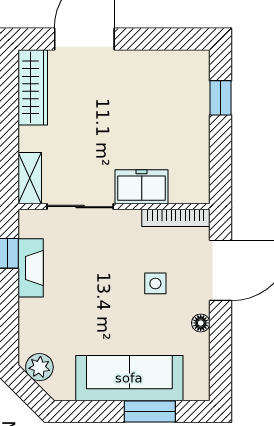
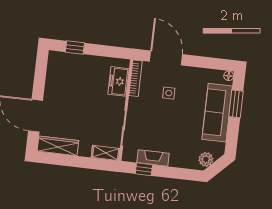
freezer: (142, 187) -> (118, 81), moved
floor lamp: (201, 323) -> (229, 76), moved

